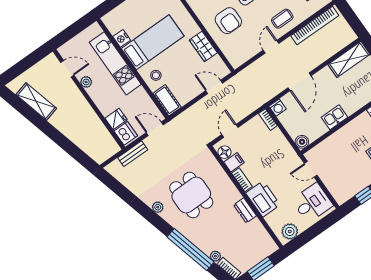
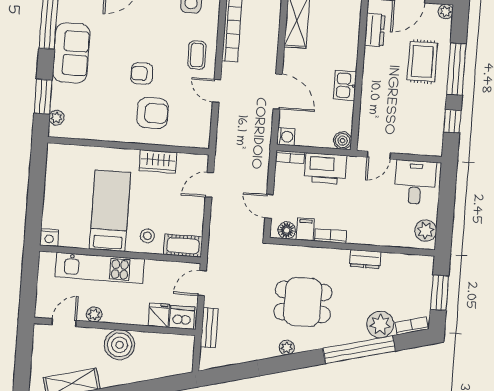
nightstand: (122, 38) -> (49, 238), moved
boiler: (81, 111) -> (120, 345), added
printer: (263, 199) -> (325, 169), moved, turned 180
plant: (215, 256) -> (380, 324), width x1.87, depth x1.87

